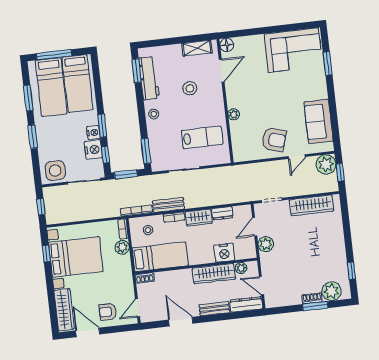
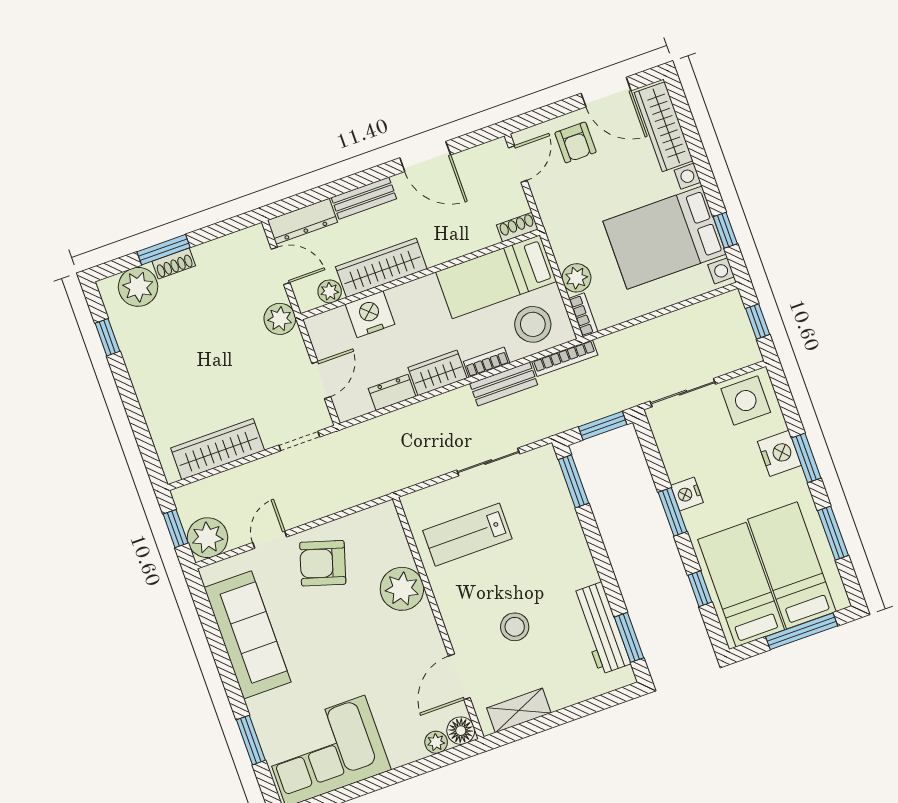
plant: (240, 42) -> (436, 742), added
stool: (154, 114) -> (575, 559), removed
plant: (234, 114) -> (402, 589), width x1.88, depth x1.88
sofa: (319, 121) -> (247, 635), width x1.36
nightstand: (93, 150) -> (779, 453), moved, turned 180
window: (106, 155) -> (700, 589), moved
stool: (148, 230) -> (533, 324), width x1.89, depth x1.89
plant: (266, 244) -> (280, 319), moved
armchair: (108, 312) -> (575, 142), turned 90

